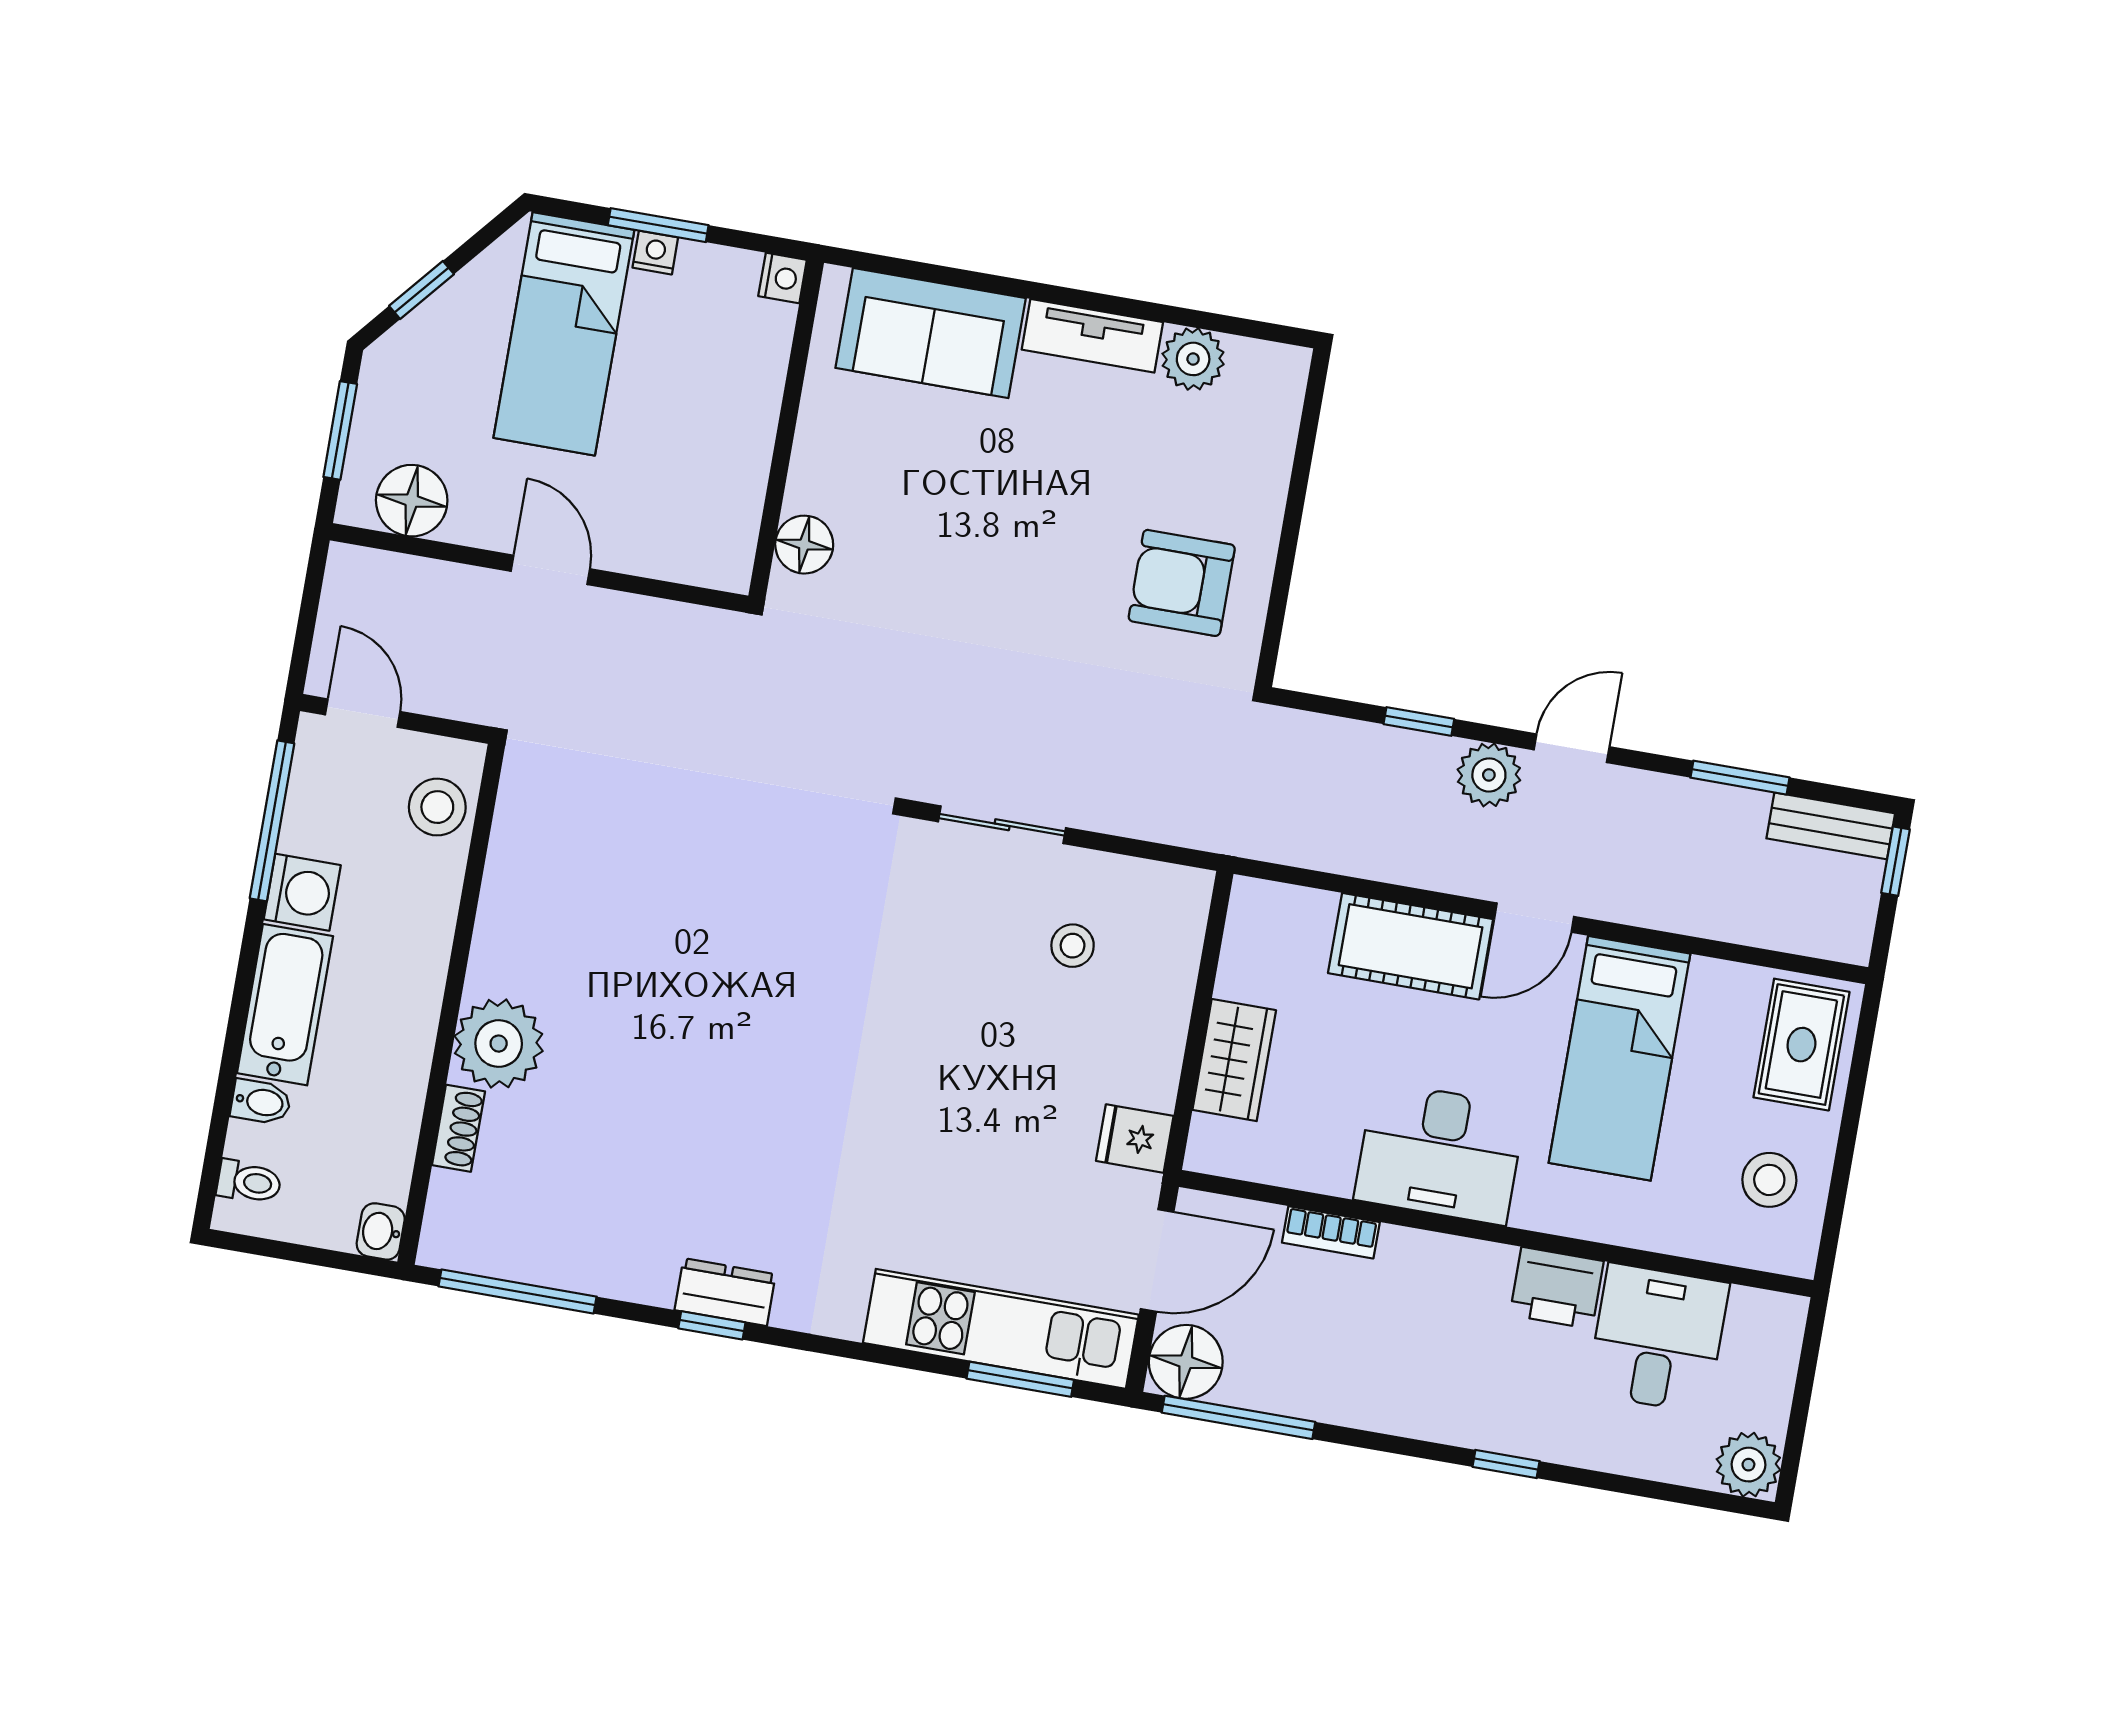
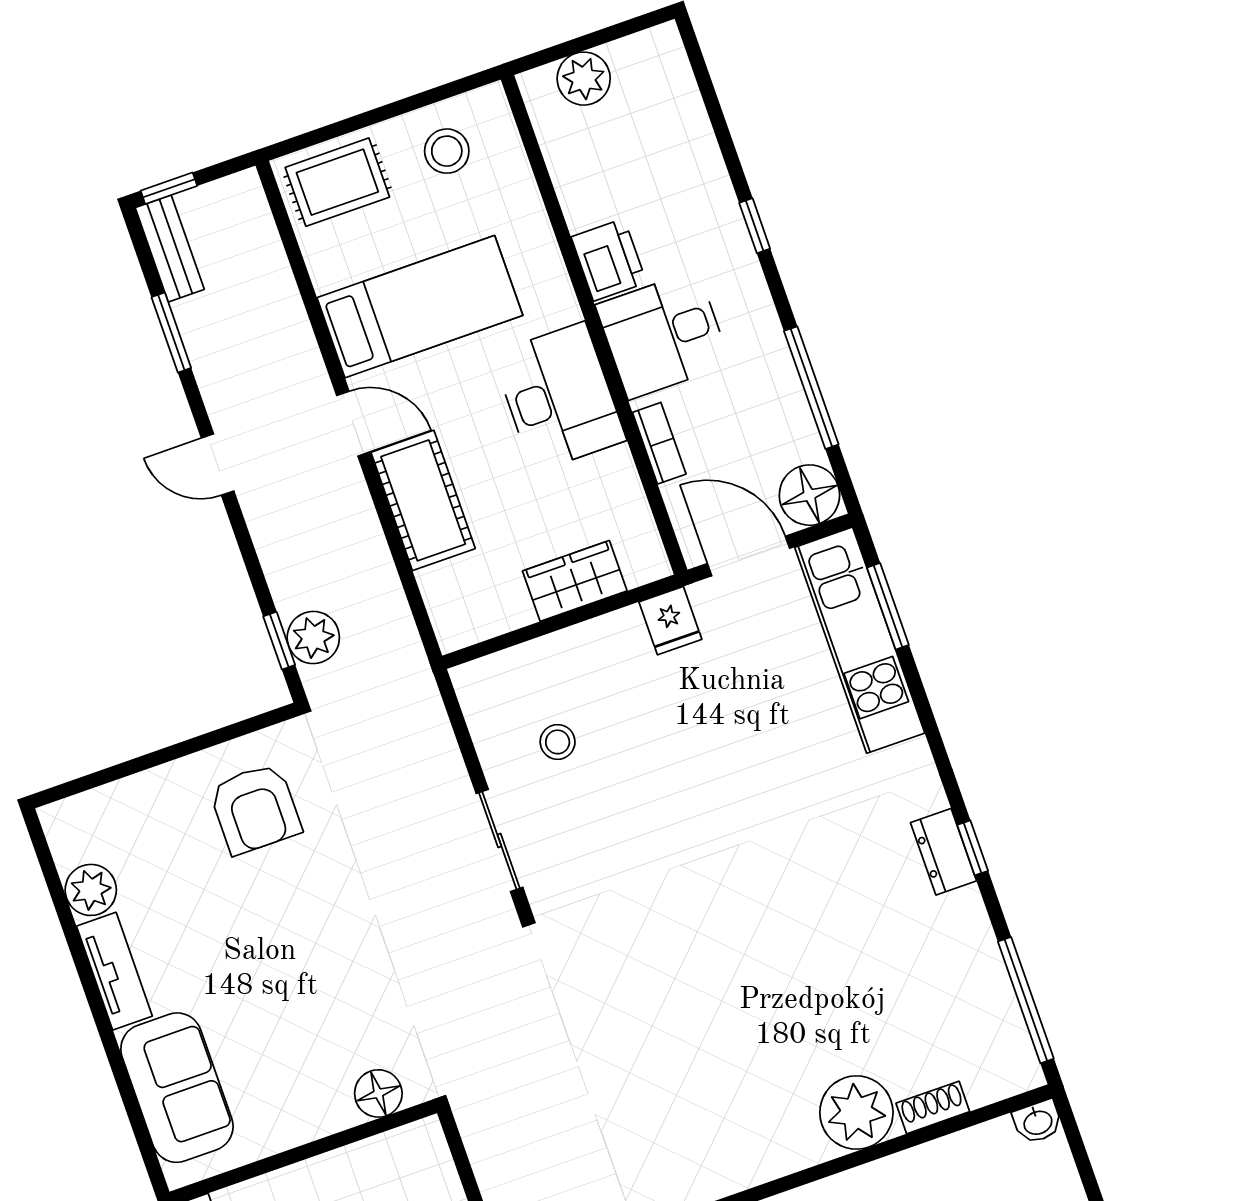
window: (1419, 722) -> (279, 641), moved
plant: (1489, 775) -> (313, 638), moved
desk: (1658, 1338) -> (663, 335), moved
window: (1239, 1417) -> (811, 388), moved
plant: (1748, 1465) -> (584, 79), moved

